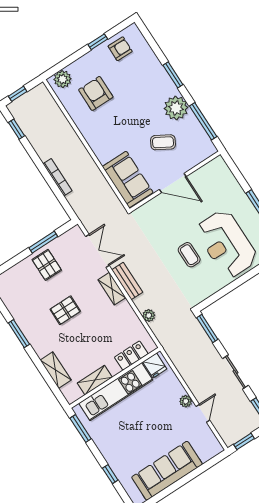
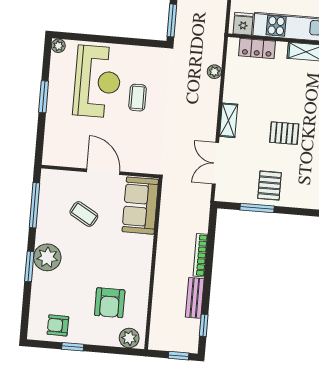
plant: (176, 108) -> (47, 257), moved
bench: (127, 281) -> (195, 298), moved

